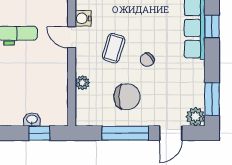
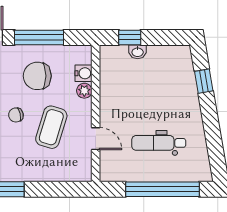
water cooler: (83, 18) -> (84, 73), moved
coffee table: (114, 48) -> (51, 127), width x1.36, depth x1.30
chair: (147, 60) -> (16, 115), turned -153

